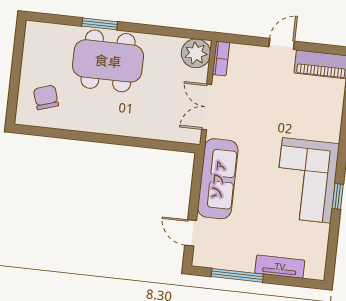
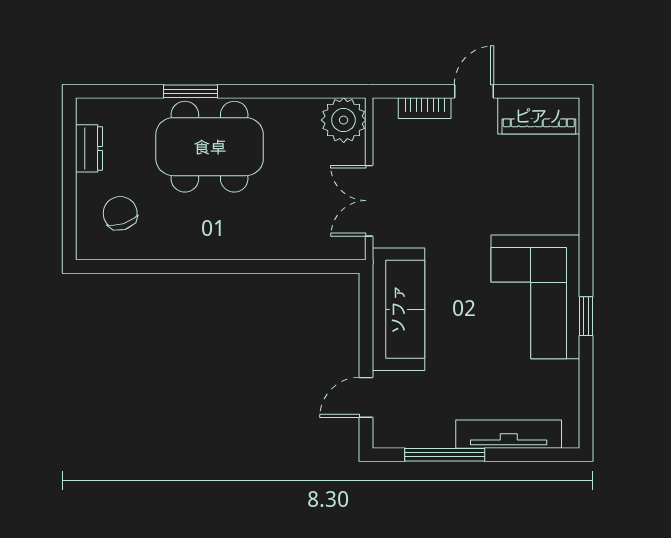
dresser: (31, 53) -> (89, 148), added
bookcase: (221, 59) -> (425, 108), moved, turned 90
door: (191, 233) -> (366, 397), hinge flipped
tv unit: (280, 267) -> (509, 434), width x1.41

